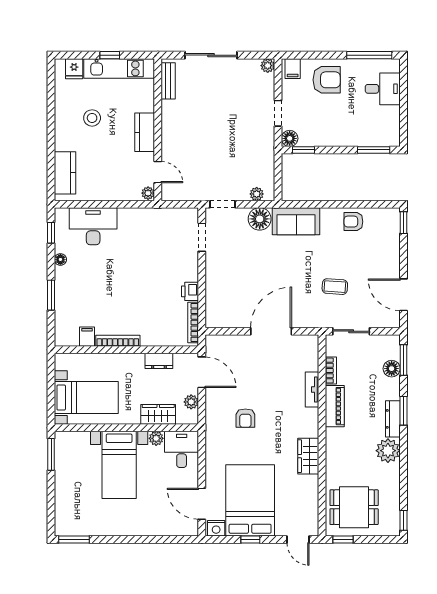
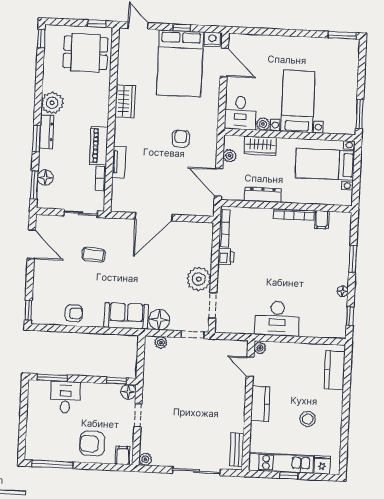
desk: (383, 89) -> (65, 397), moved, turned 90
desk: (93, 226) -> (277, 319), moved
plant: (219, 266) -> (199, 279), added
dresser: (159, 361) -> (263, 195), width x1.44

